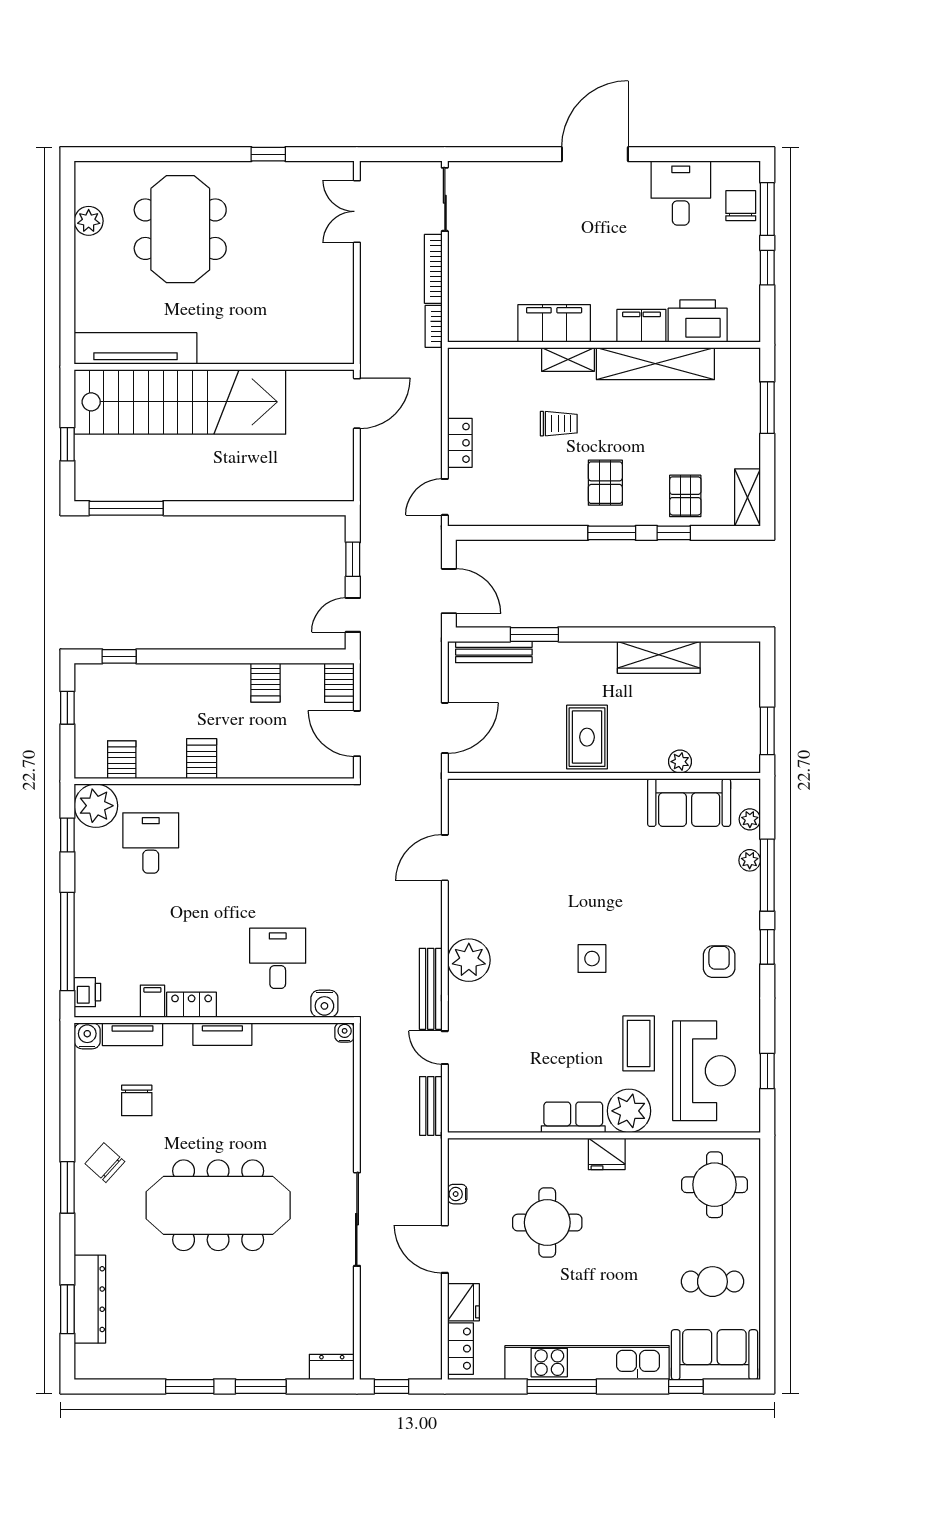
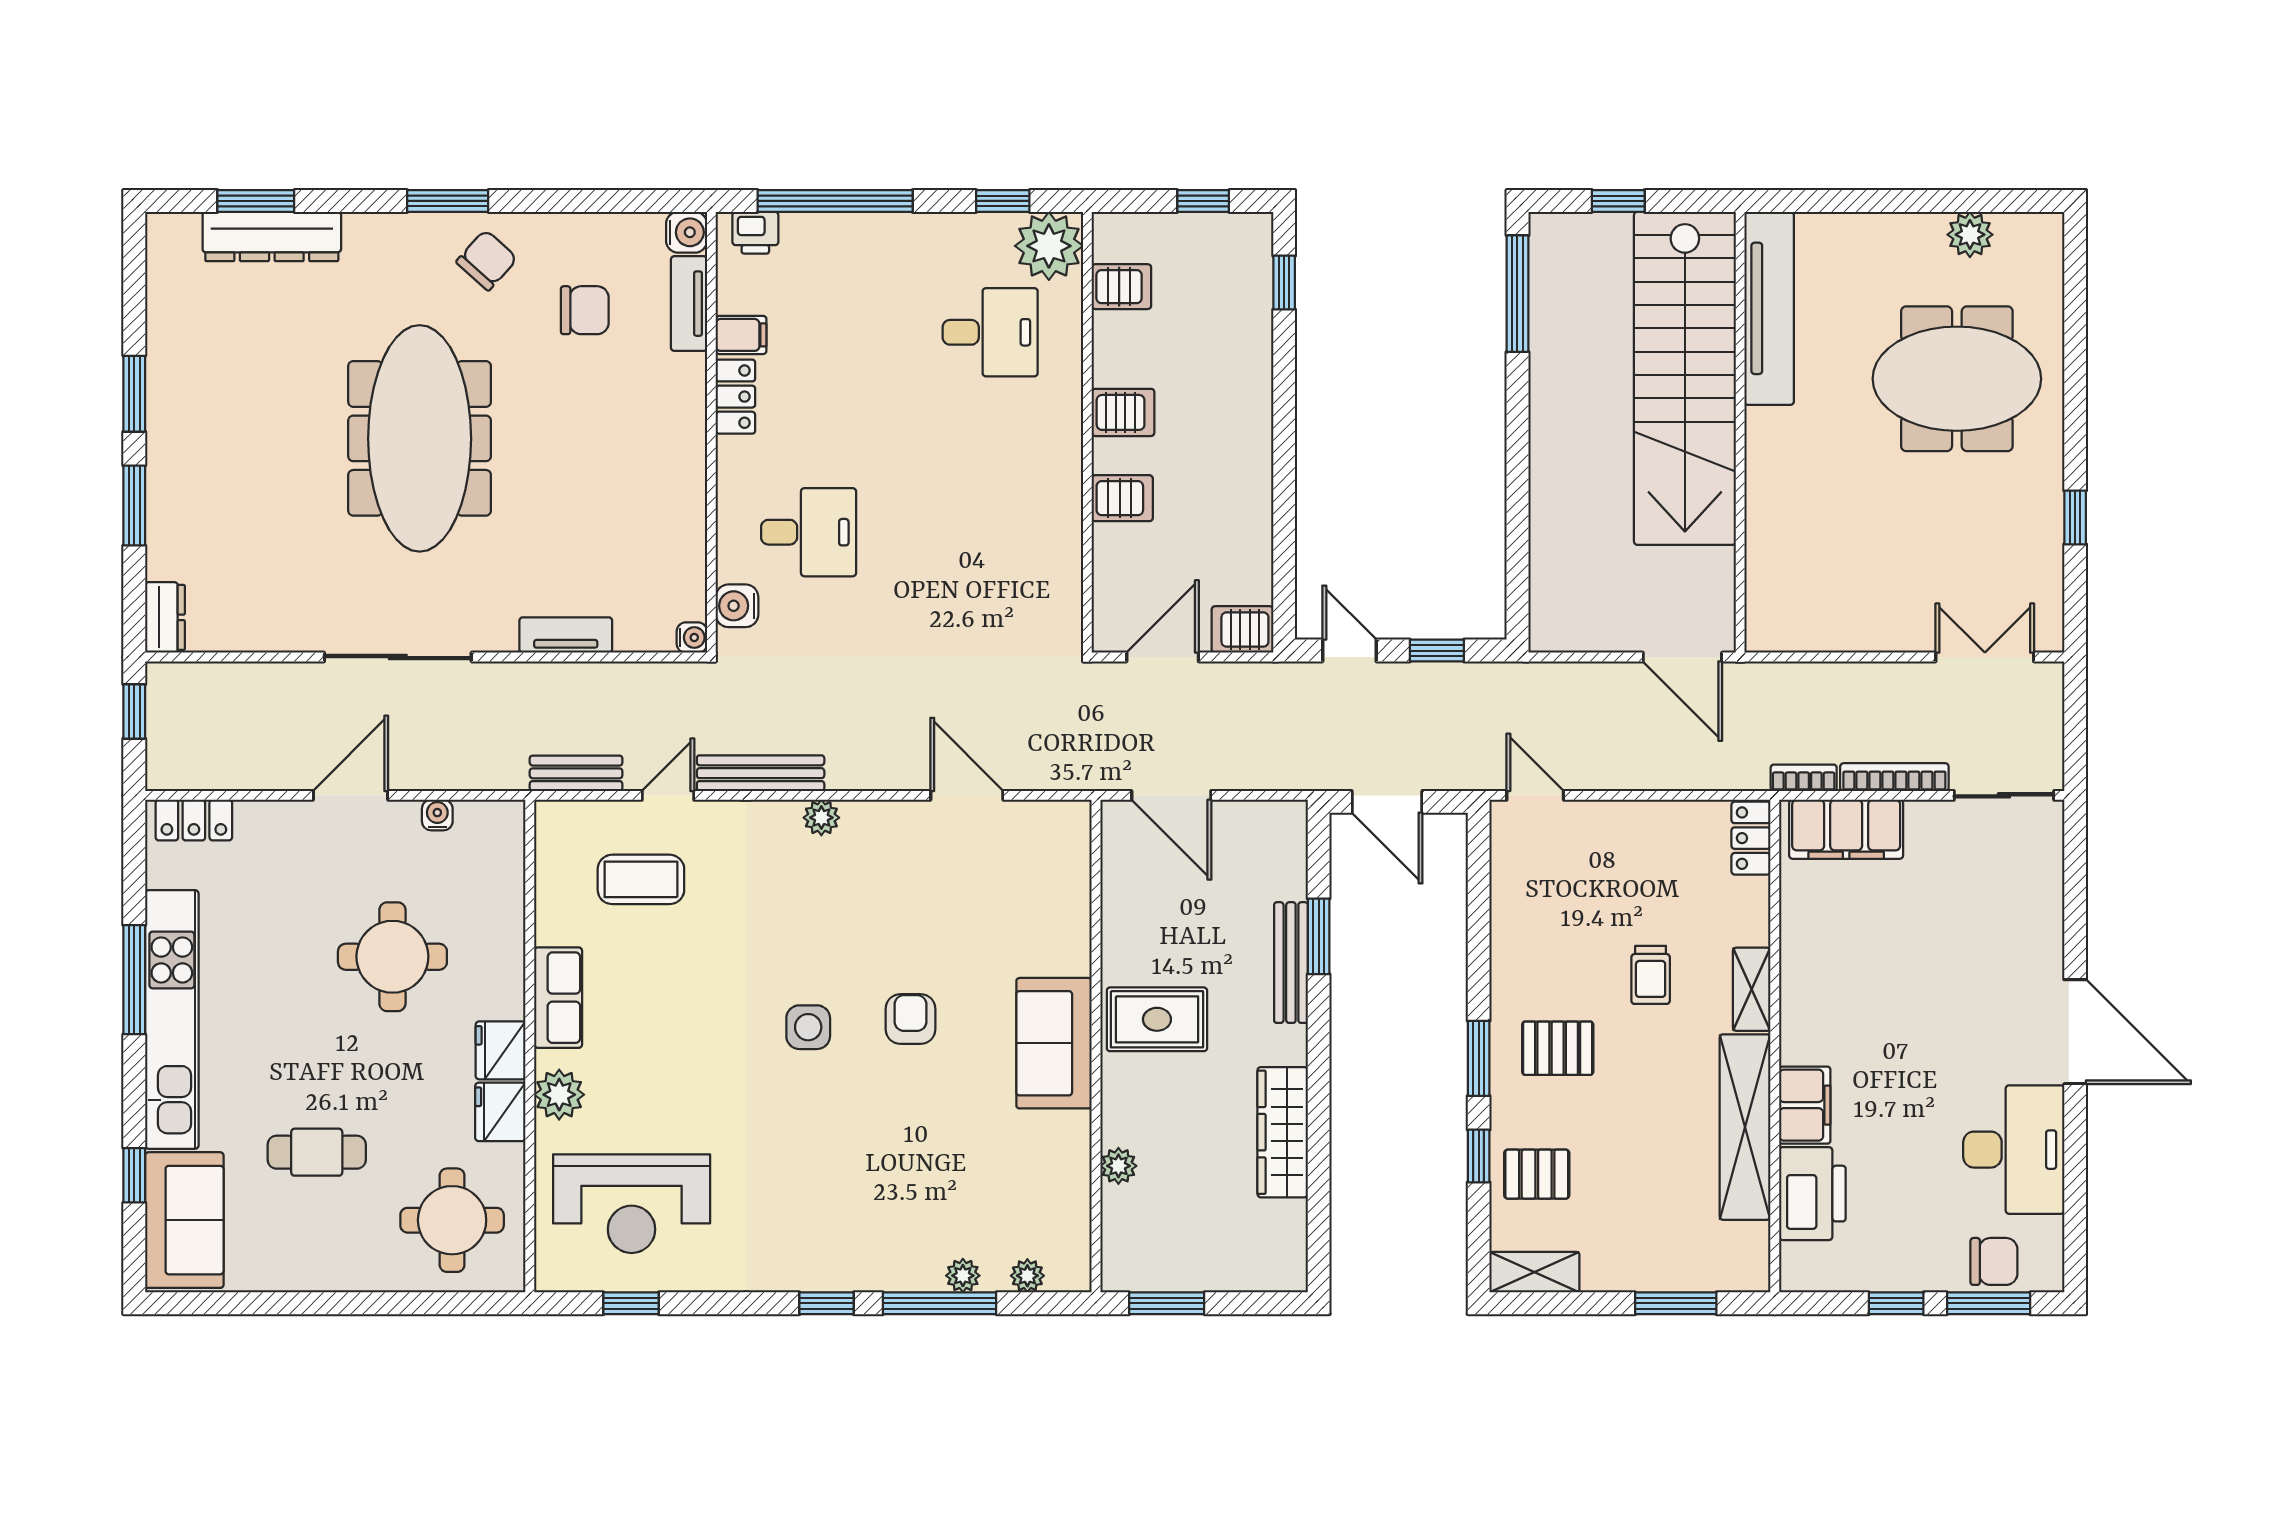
desk: (681, 193) -> (2014, 1150), width x1.37
filing cabinet: (554, 323) -> (1846, 829), moved, turned 90
locker: (460, 443) -> (1751, 838), moved, turned 90
door: (449, 591) -> (1387, 802), hinge flipped
bench: (494, 652) -> (1291, 963), moved
server rack: (265, 683) -> (1122, 498), moved, turned 180
sofa: (689, 802) -> (1054, 1043), moved
plant: (469, 960) -> (821, 818), width x0.53, depth x0.53
armchair: (719, 962) -> (910, 1019), moved, turned -90
tv unit: (222, 1034) -> (566, 635), moved, turned 90
coffee table: (639, 1043) -> (641, 879), moved
chair: (137, 1100) -> (585, 310), turned 180
plant: (629, 1111) -> (559, 1095), width x0.73, depth x0.73
cafe table: (712, 1282) -> (317, 1152), moved, turned 90
fridge: (463, 1302) -> (500, 1112), moved, turned 90

